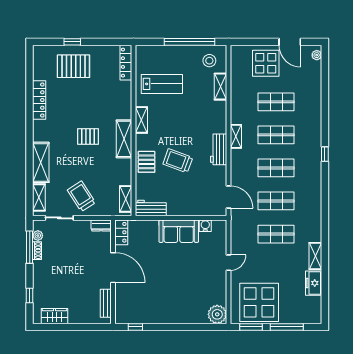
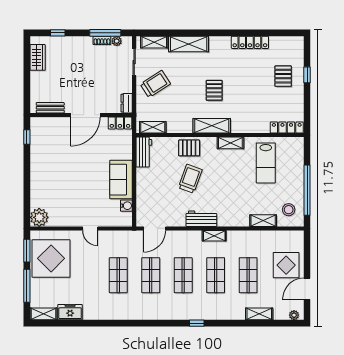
pallet: (73, 66) -> (283, 76), width x0.67, depth x0.71
shelving: (315, 91) -> (259, 314), added
shelving: (315, 256) -> (43, 314), moved

